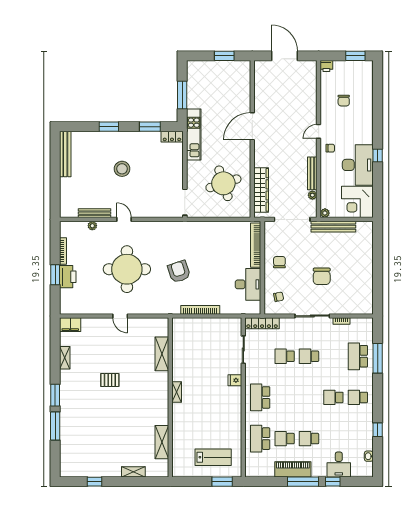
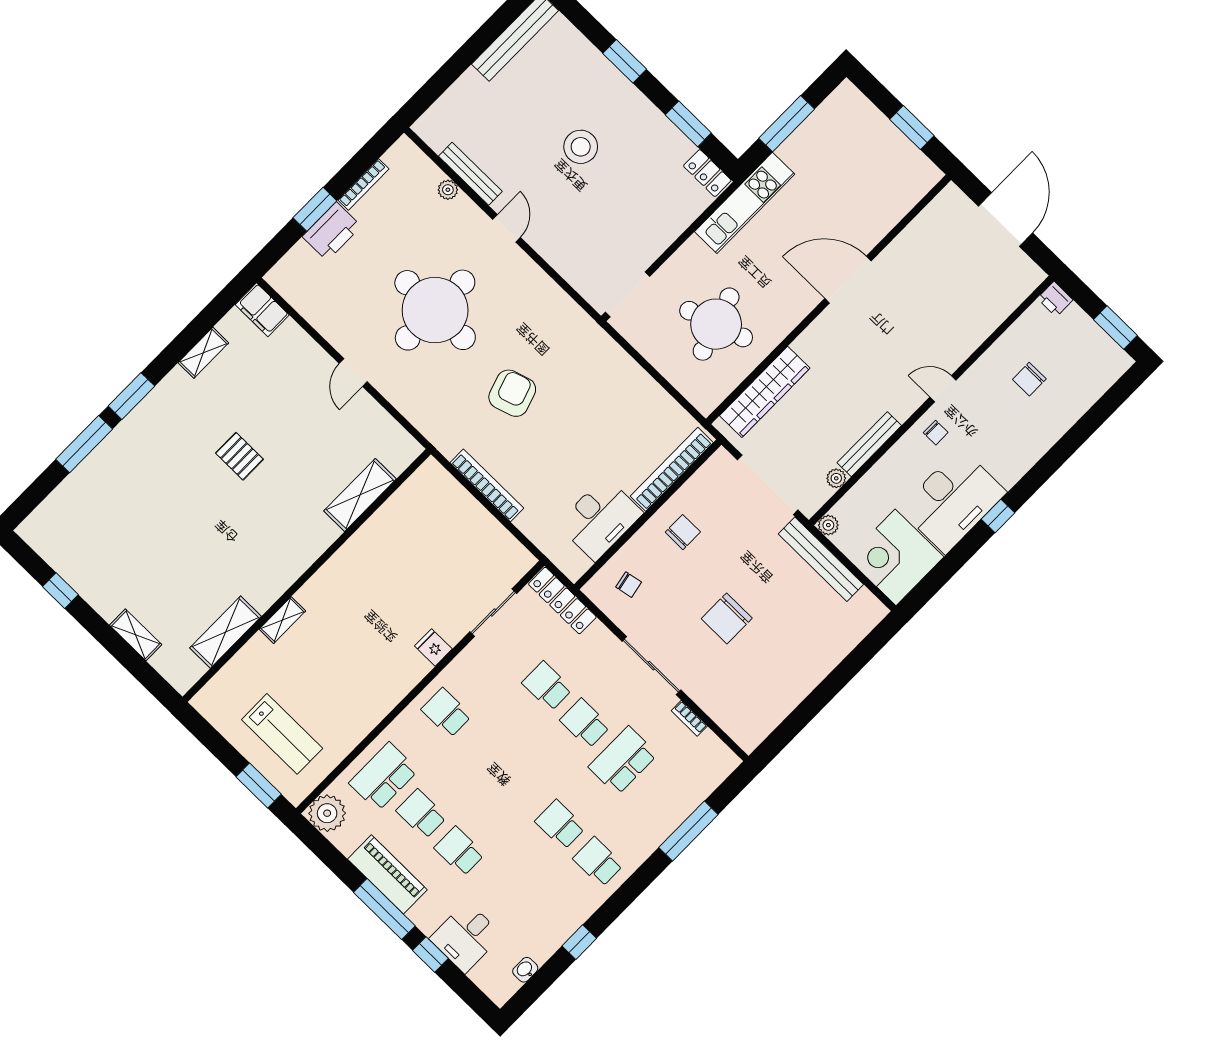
school desk: (358, 356) -> (623, 761), moved
shelving: (177, 392) -> (282, 620), moved
school desk: (260, 397) -> (446, 713), width x0.54
plant: (253, 469) -> (327, 813), added

